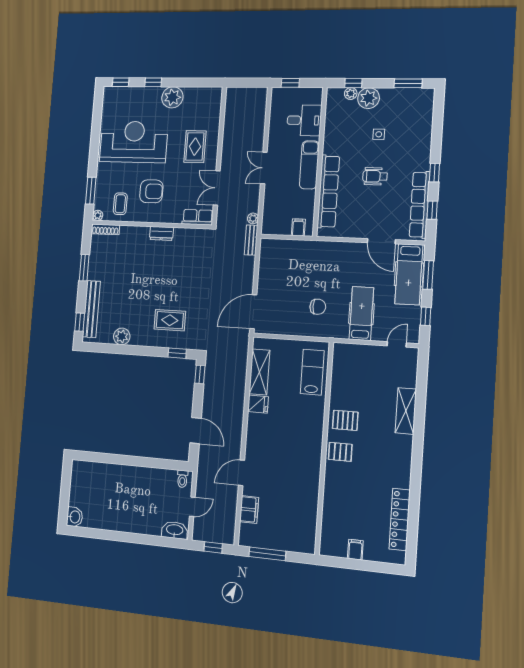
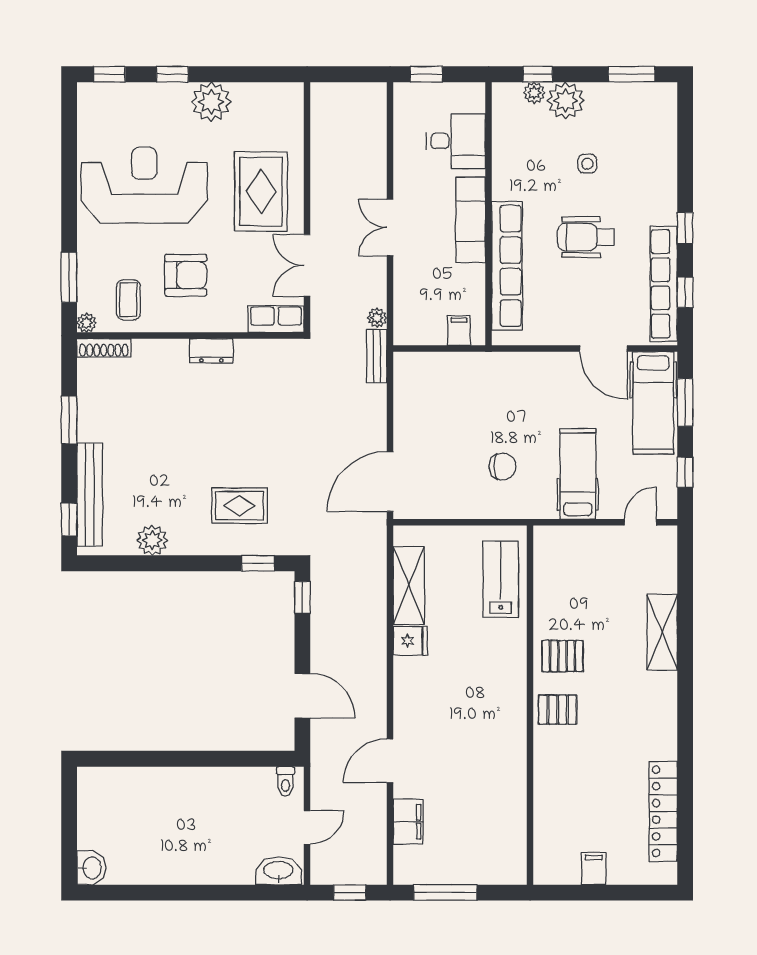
rug: (195, 147) -> (261, 192), width x1.36, depth x1.43
wheelchair: (375, 176) -> (586, 237), width x1.36, depth x1.37

